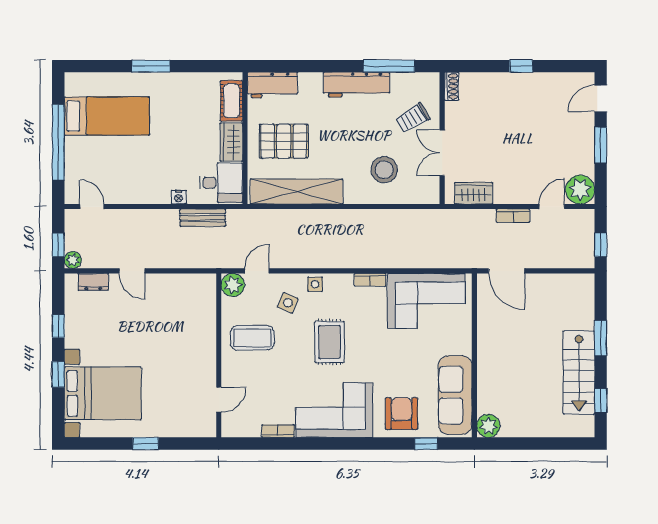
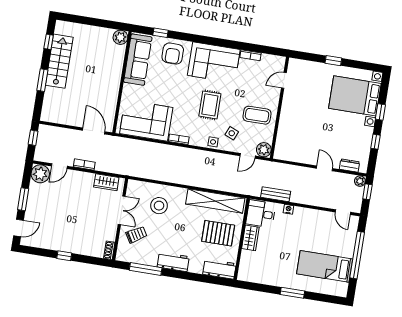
workbench: (356, 85) -> (173, 262), width x0.73
cot: (231, 101) -> (246, 263), removed

